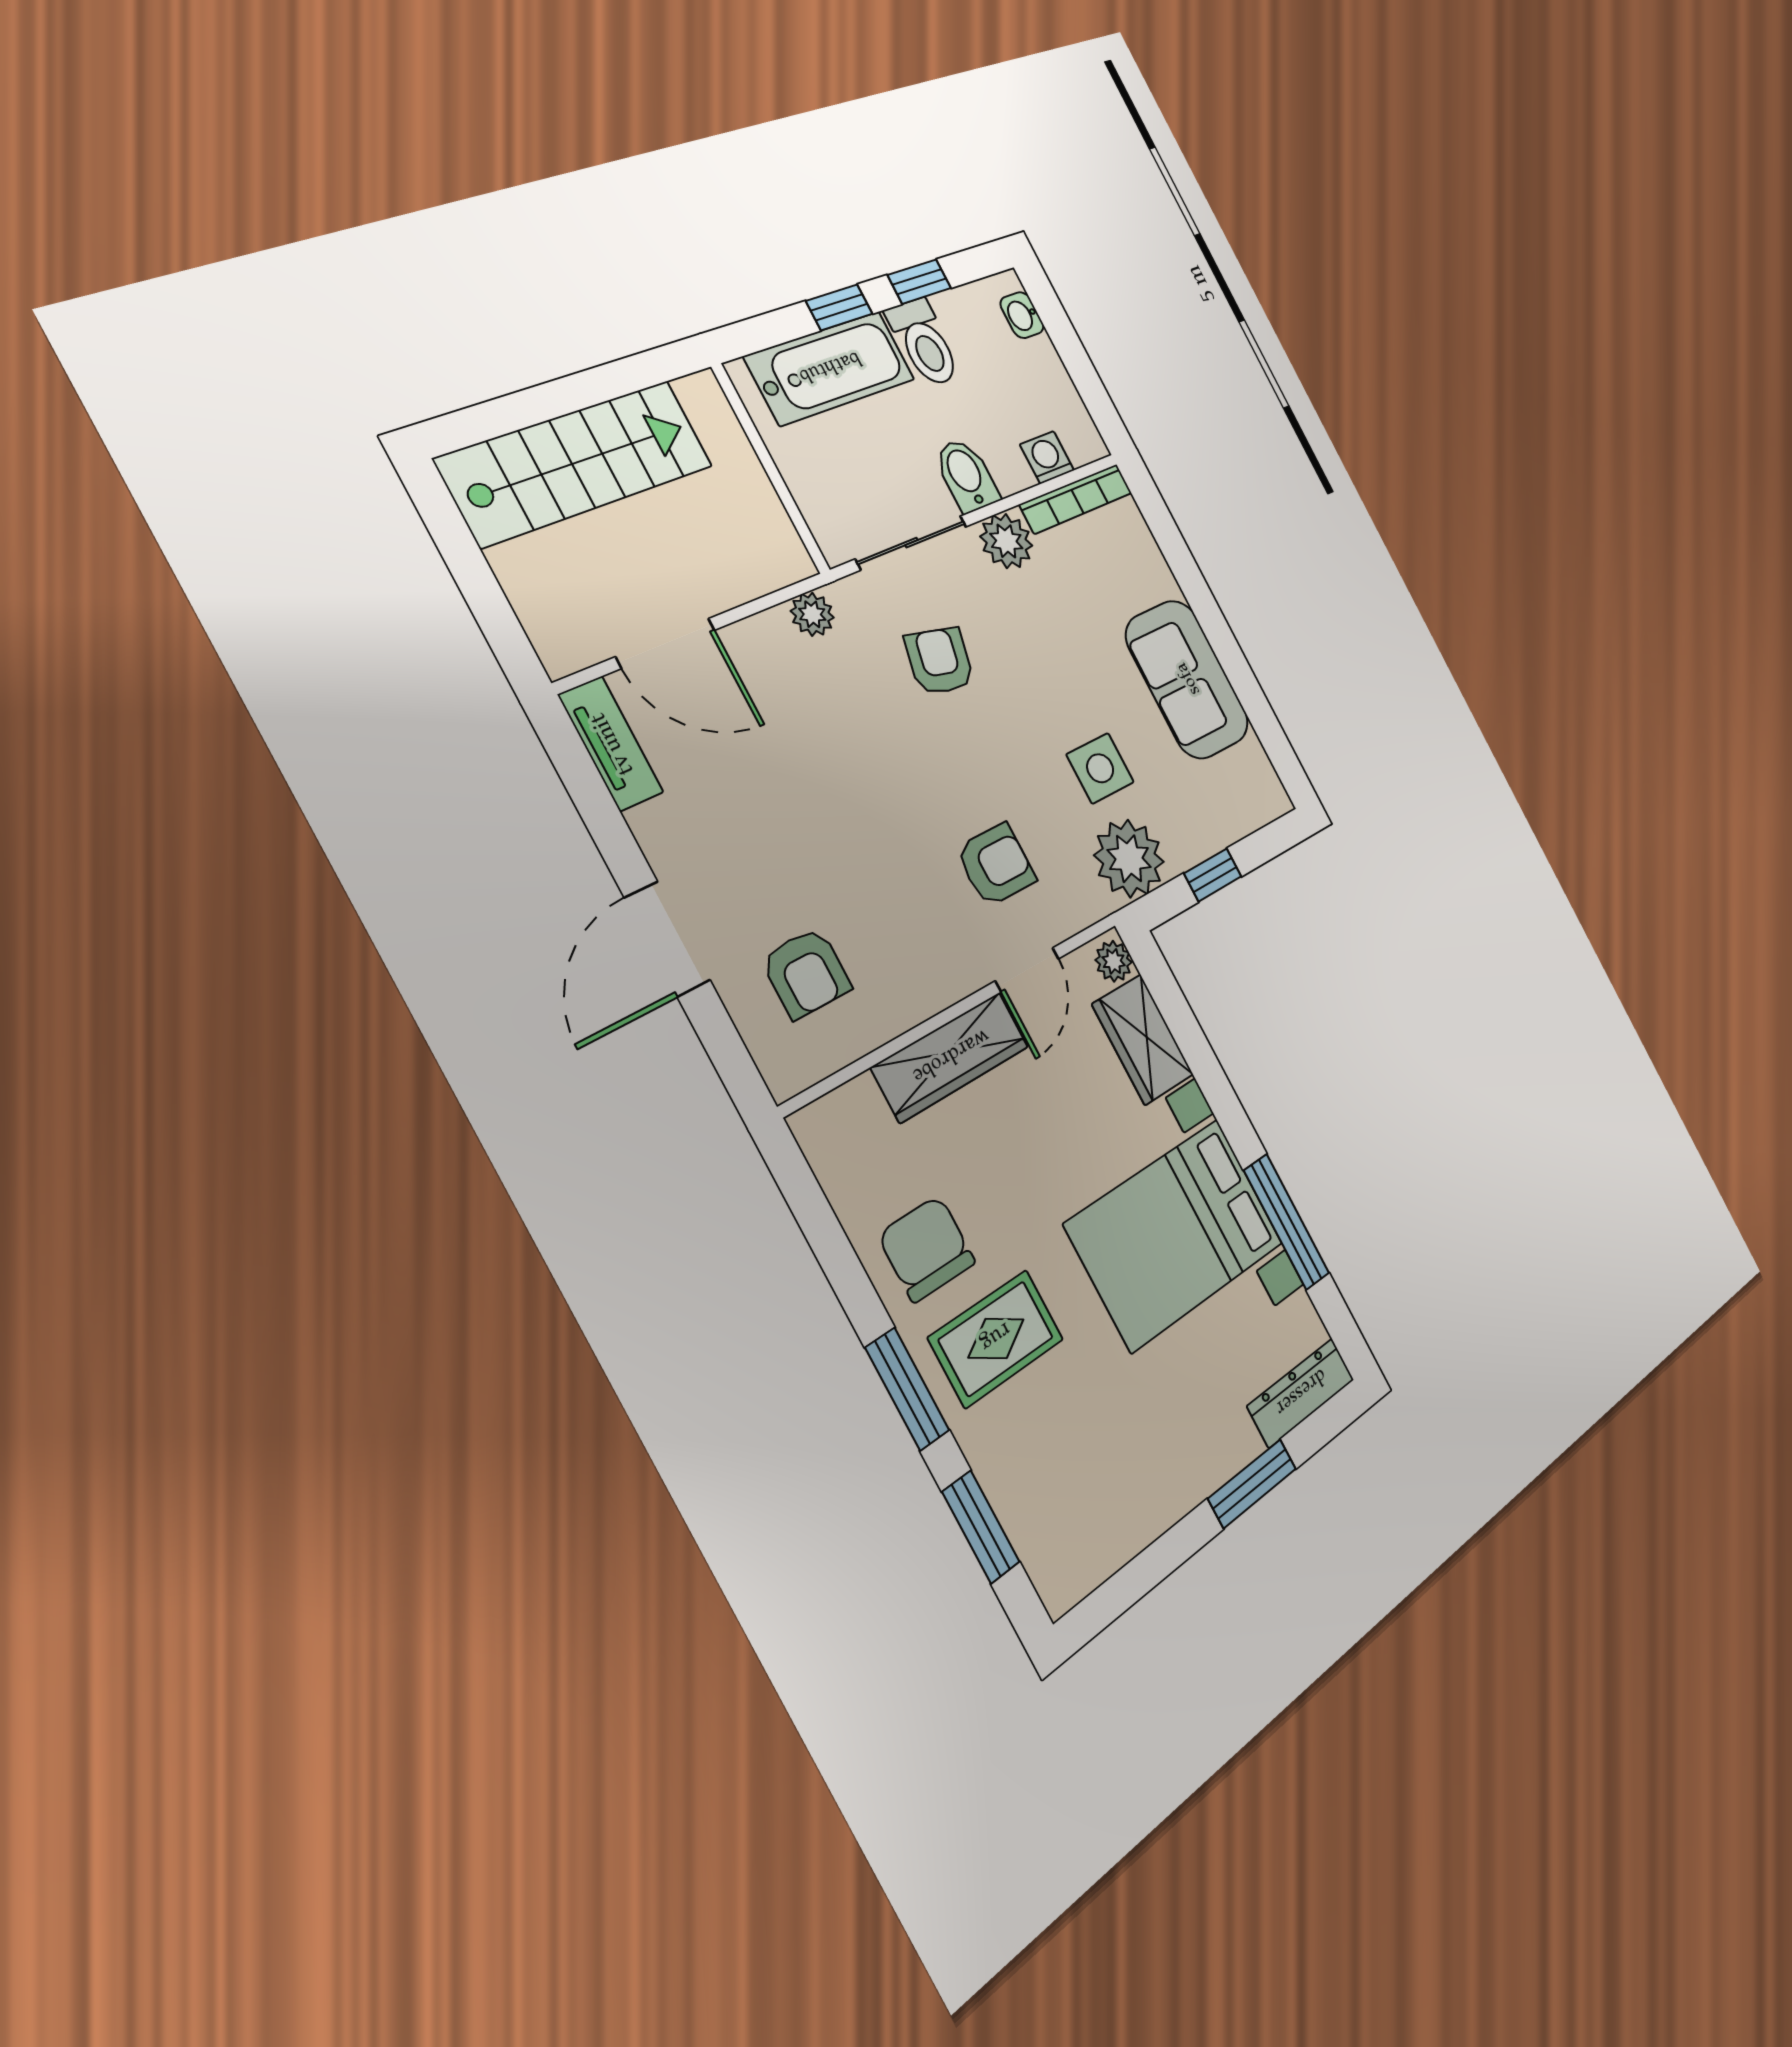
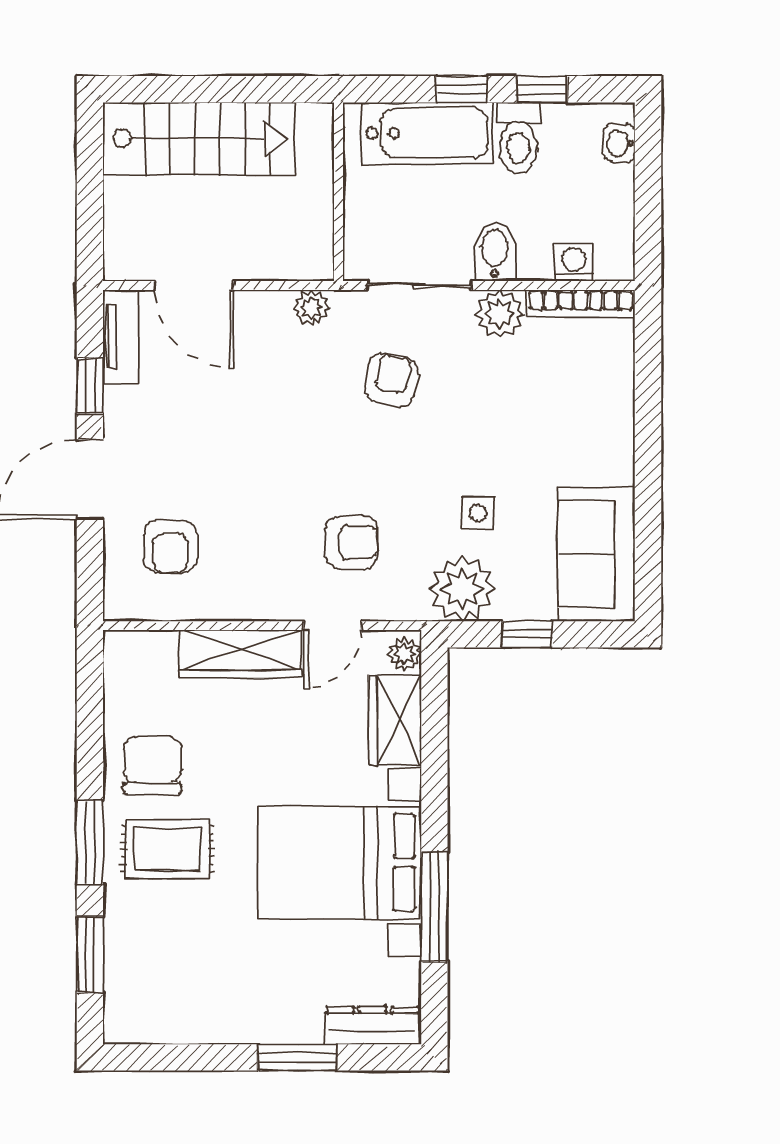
sofa: (1187, 679) -> (596, 555), moved
side table: (1100, 768) -> (478, 513), width x0.73, depth x0.73
window: (605, 822) -> (90, 386), added

